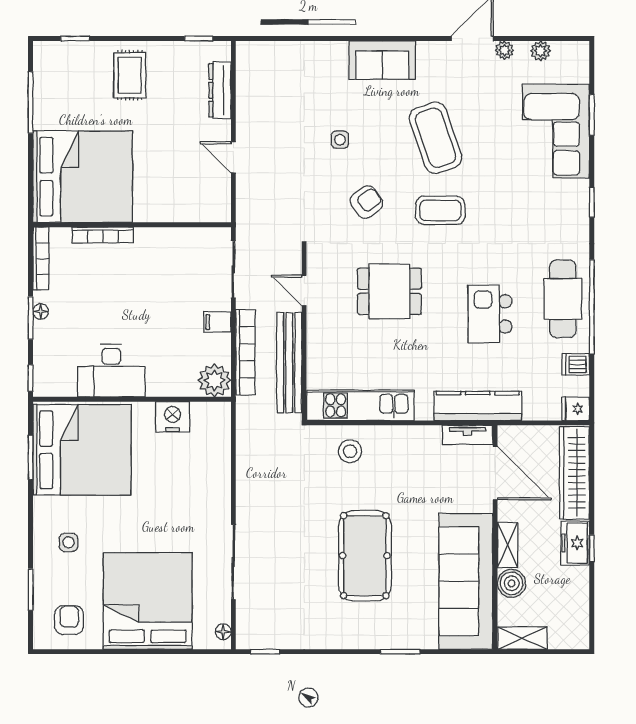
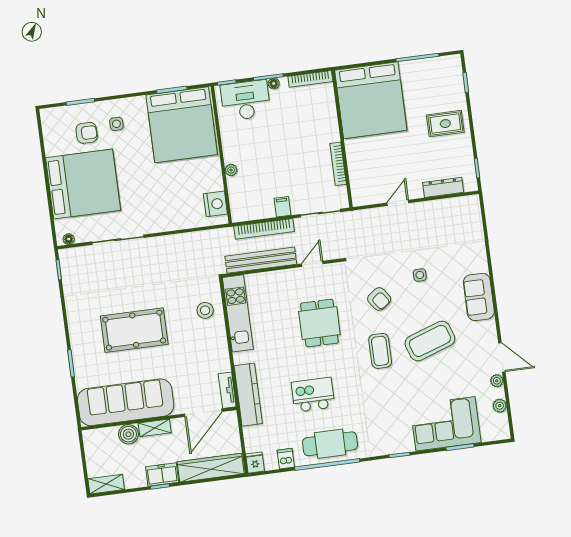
bookcase: (103, 235) -> (338, 164), moved
desk: (111, 371) -> (245, 100), moved, turned 90
plant: (214, 380) -> (231, 170), moved, width x0.53, depth x0.53
nightstand: (173, 417) -> (215, 204), moved
armchair: (69, 620) -> (87, 133), moved
shelving: (522, 638) -> (106, 484), moved, turned 90

